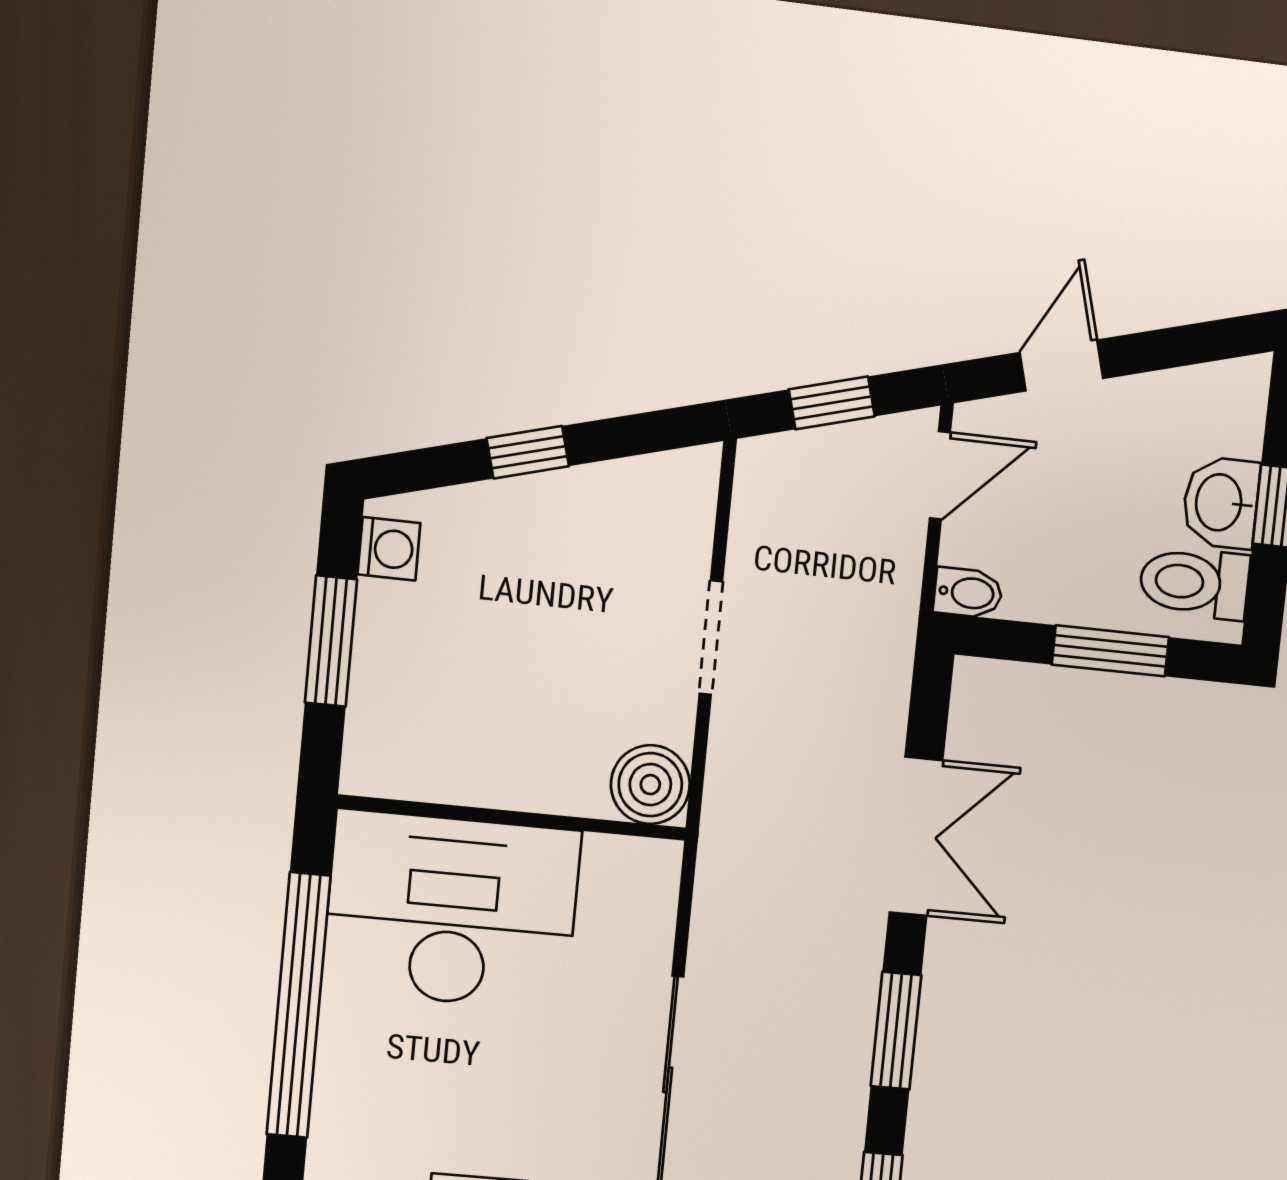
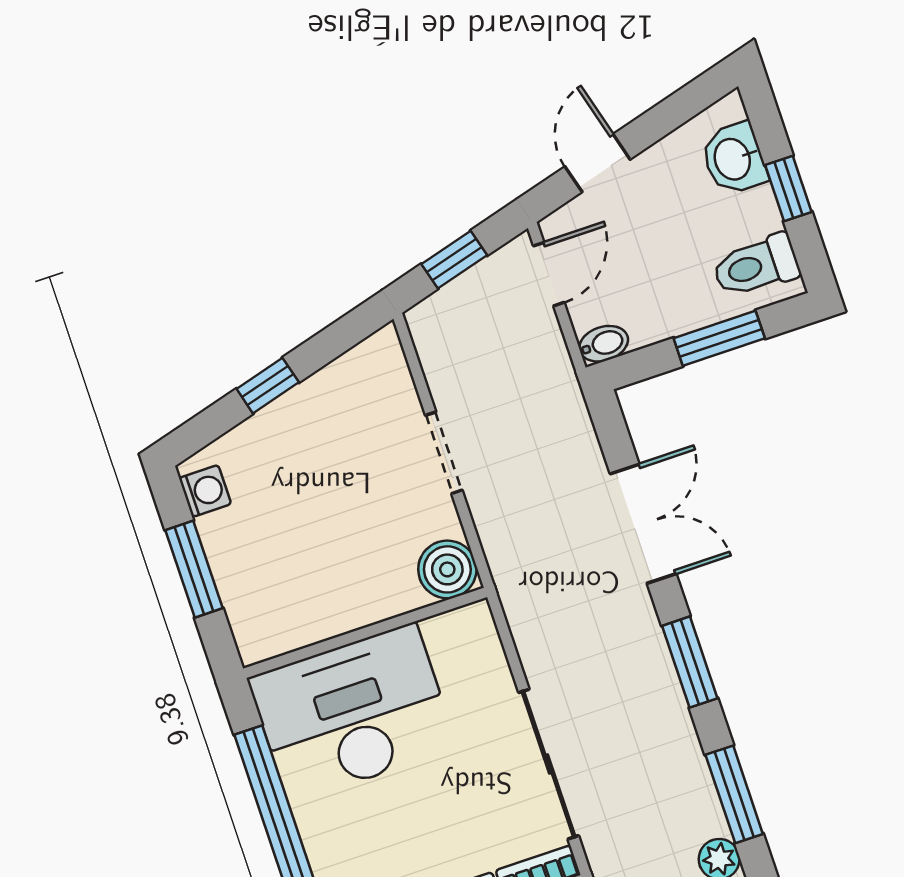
washbasin: (1221, 503) -> (734, 159), moved

